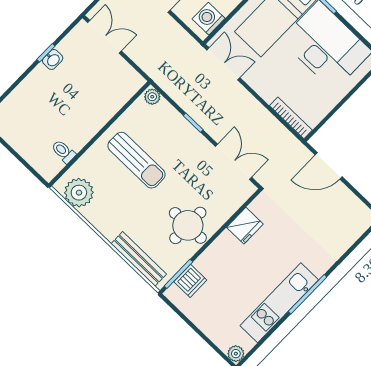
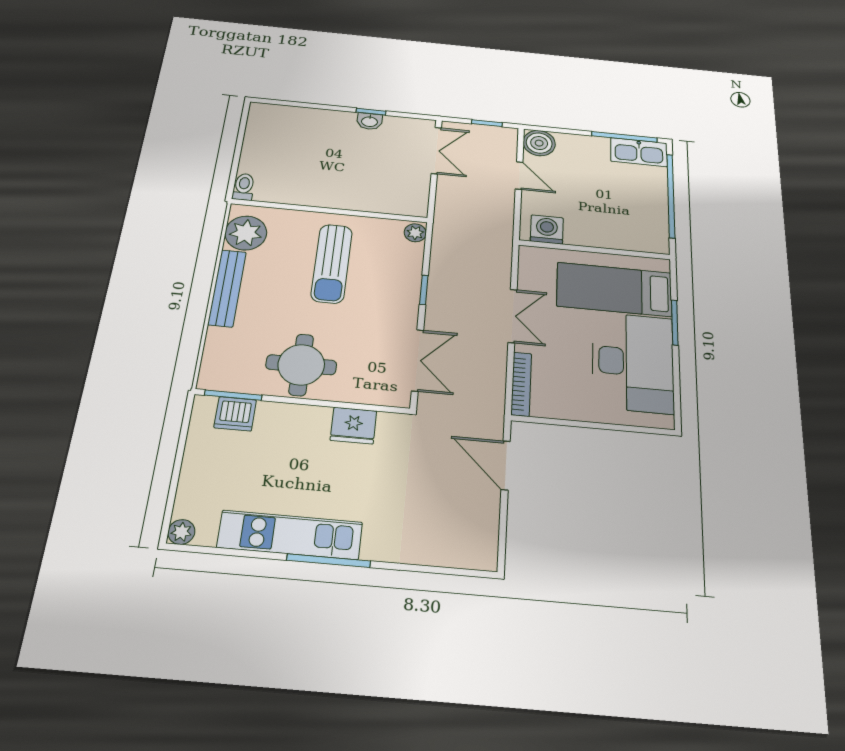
double door: (223, 64) -> (513, 316), moved
toilet: (63, 151) -> (244, 187), moved
bench: (139, 259) -> (227, 288), moved

